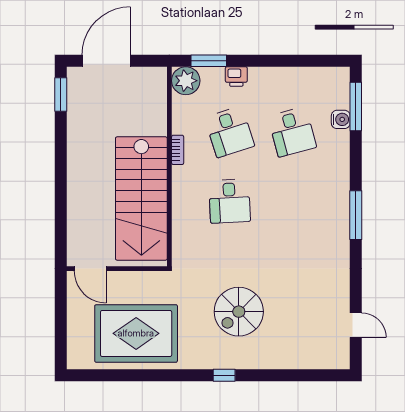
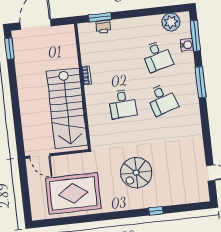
printer: (236, 76) -> (103, 27), moved
plant: (186, 81) -> (171, 22), moved
desk: (230, 132) -> (162, 100), moved
window: (356, 215) -> (201, 82), moved
window: (224, 375) -> (156, 211), moved

